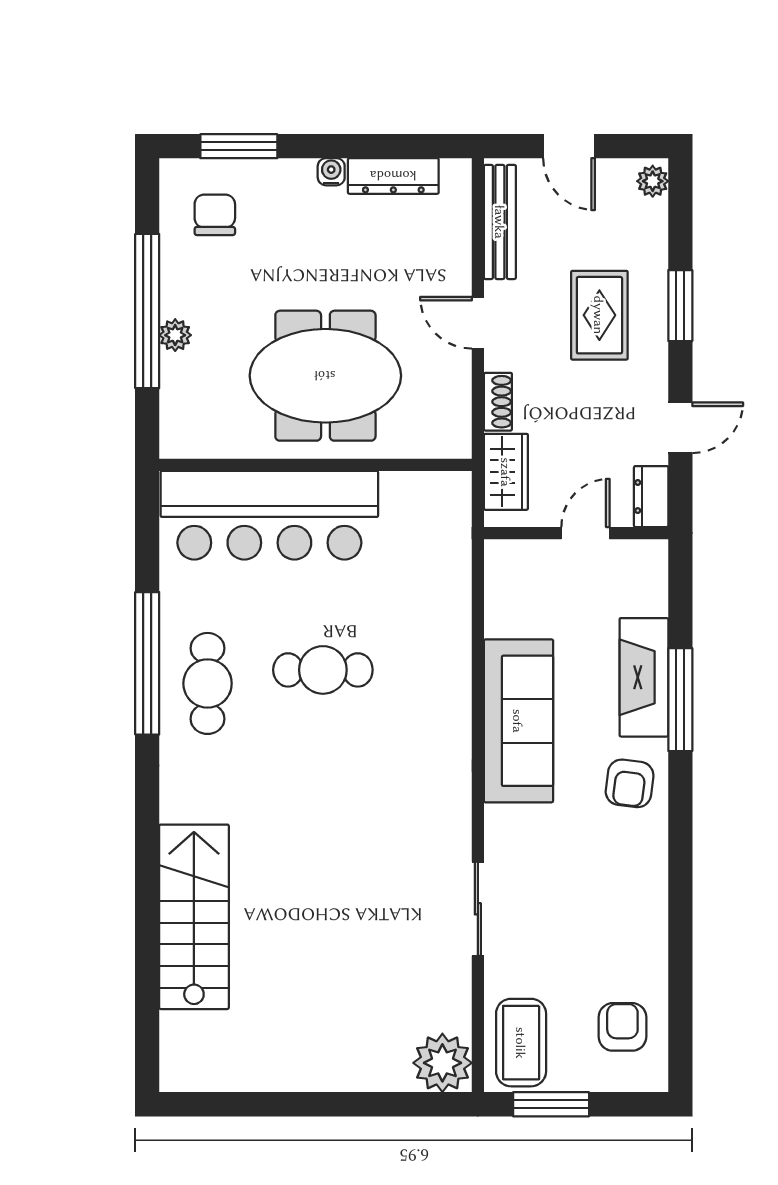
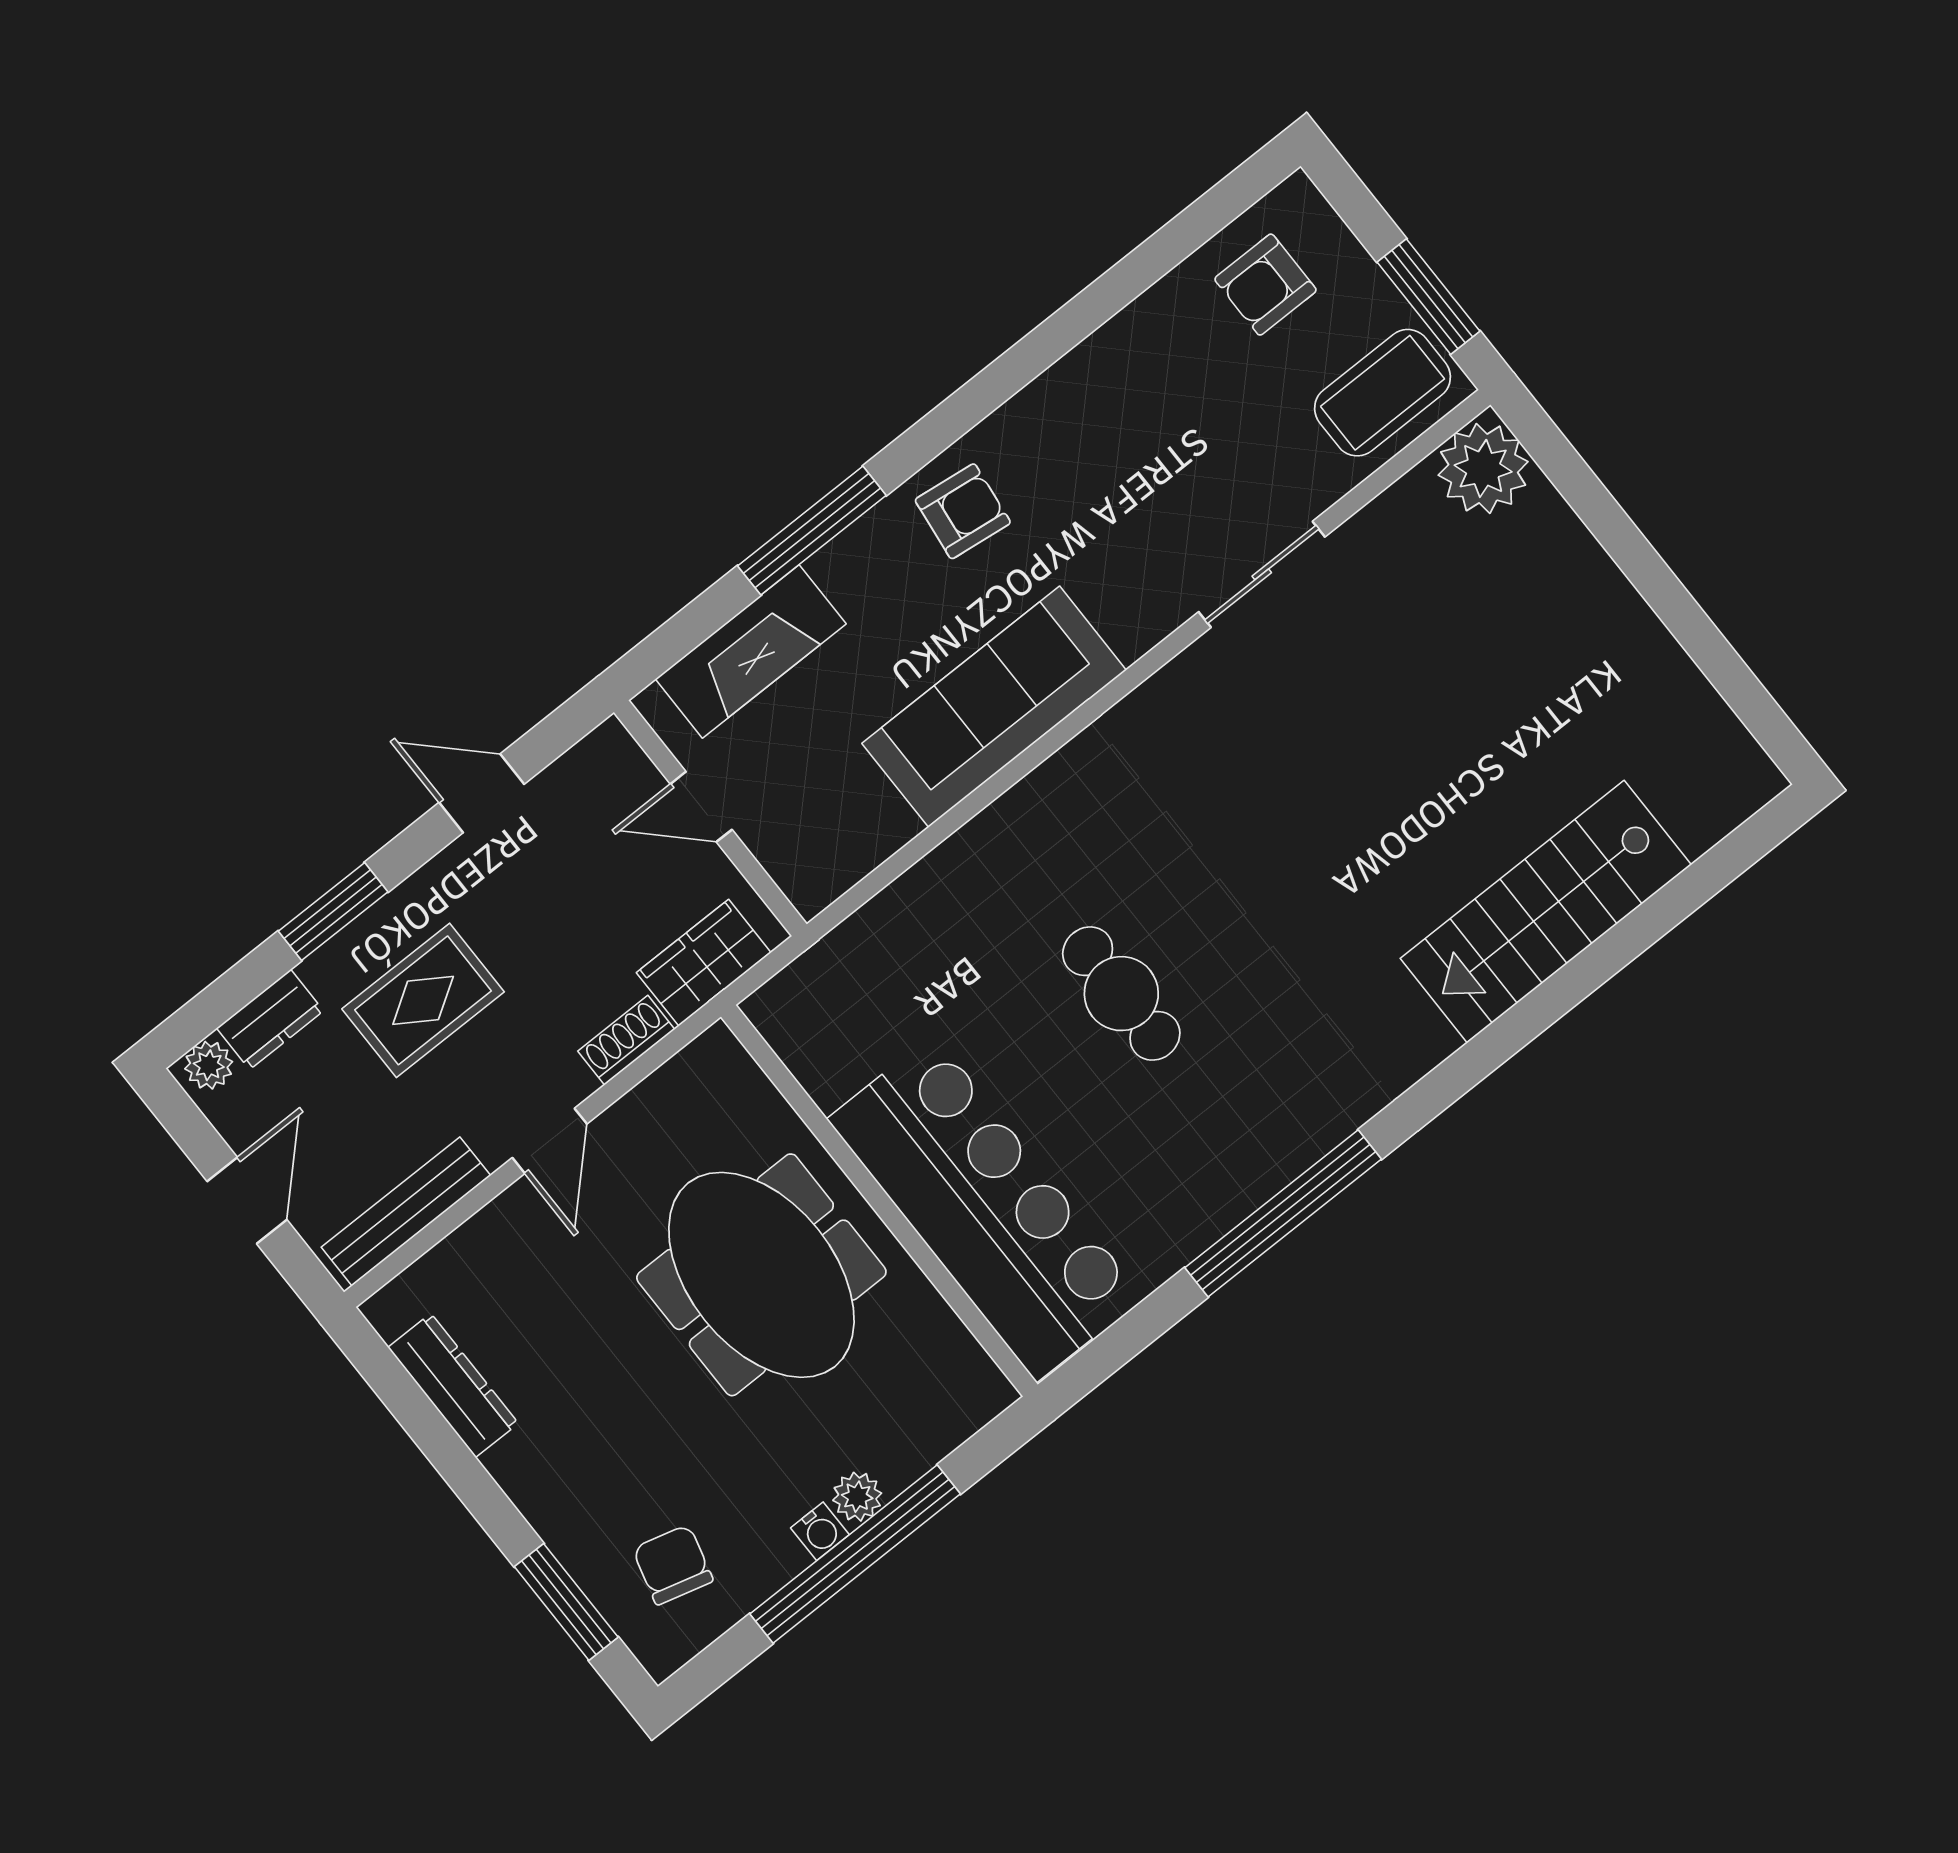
water cooler: (331, 172) -> (820, 1531), moved, turned -90
chair: (215, 215) -> (673, 1565), turned 105
dresser: (651, 497) -> (270, 1019), moved
fireplace: (644, 677) -> (751, 651), moved
cafe table: (208, 683) -> (1249, 1121), removed

